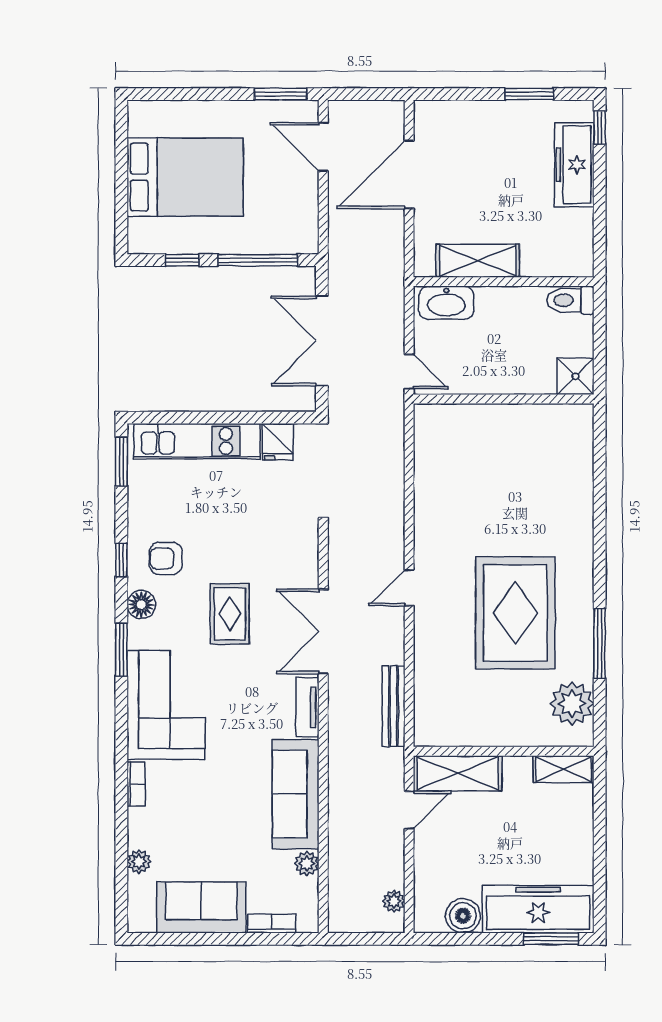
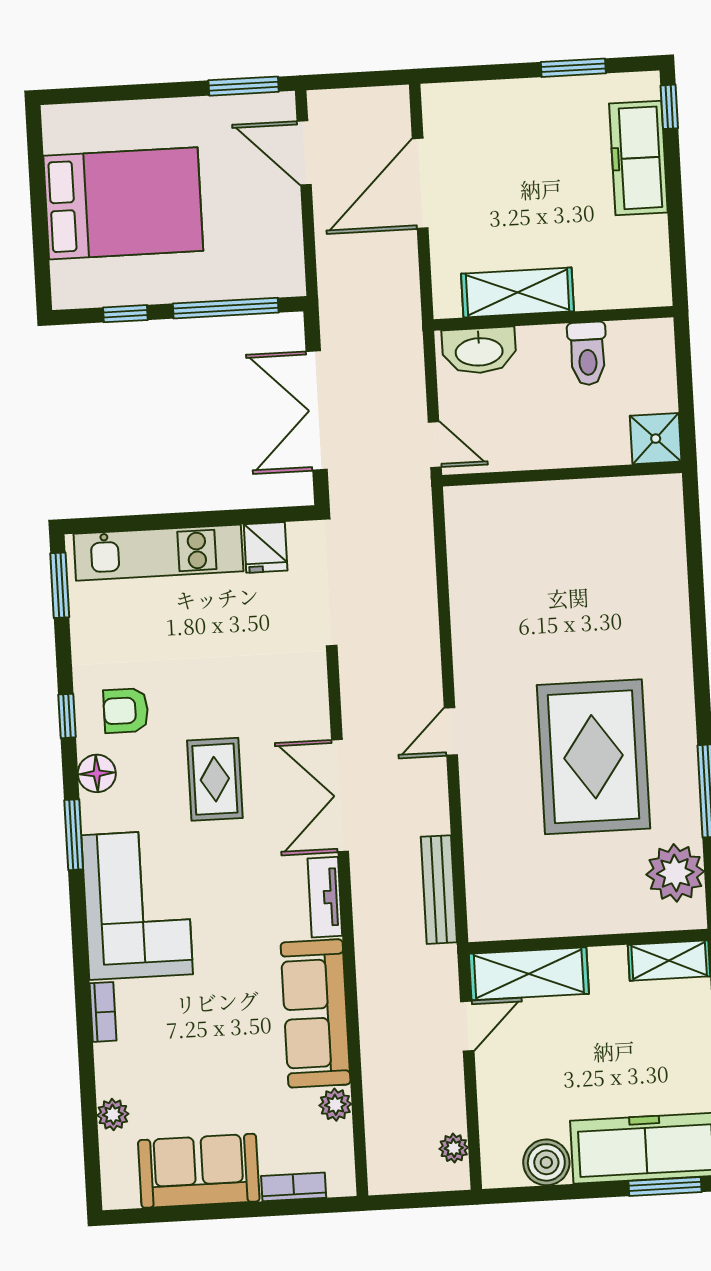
toilet: (570, 300) -> (587, 354), moved, turned -90

